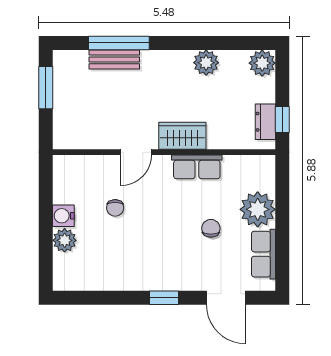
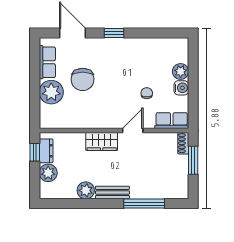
bench: (114, 59) -> (112, 193), moved
plant: (262, 63) -> (48, 173), moved
window: (46, 88) -> (193, 160), moved
shoe rack: (61, 133) -> (183, 143), added
row of seats: (197, 167) -> (172, 121), moved
chair: (211, 228) -> (83, 79), width x1.87, depth x1.87

